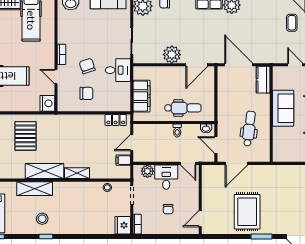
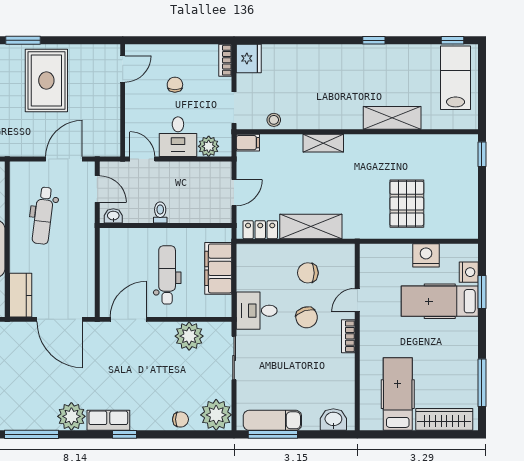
plant: (172, 55) -> (189, 336), moved
door: (56, 77) -> (357, 300), swing flipped
nightstand: (47, 103) -> (426, 255), moved, turned 90
dental chair: (183, 108) -> (167, 275), moved, turned 90
filing cabinet: (123, 160) -> (248, 143), moved
shelving: (45, 171) -> (311, 226), moved
stool: (42, 219) -> (380, 69), removed

